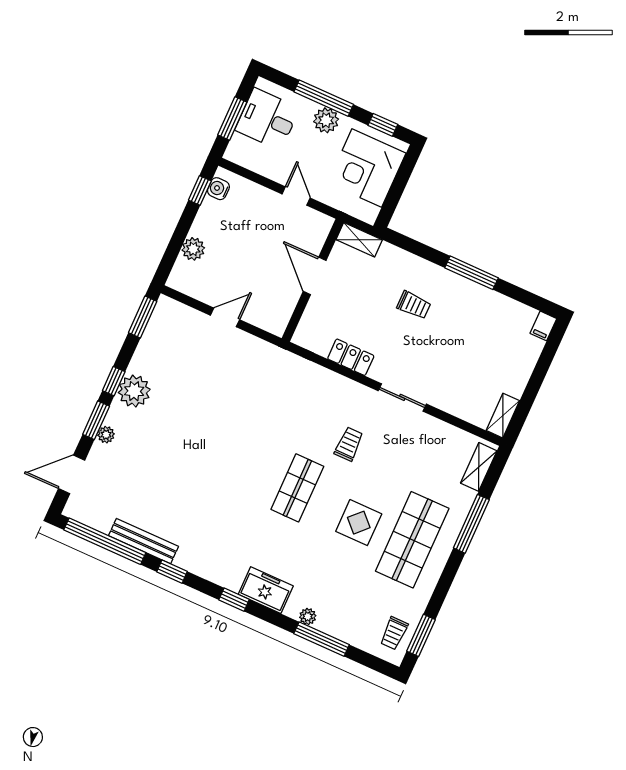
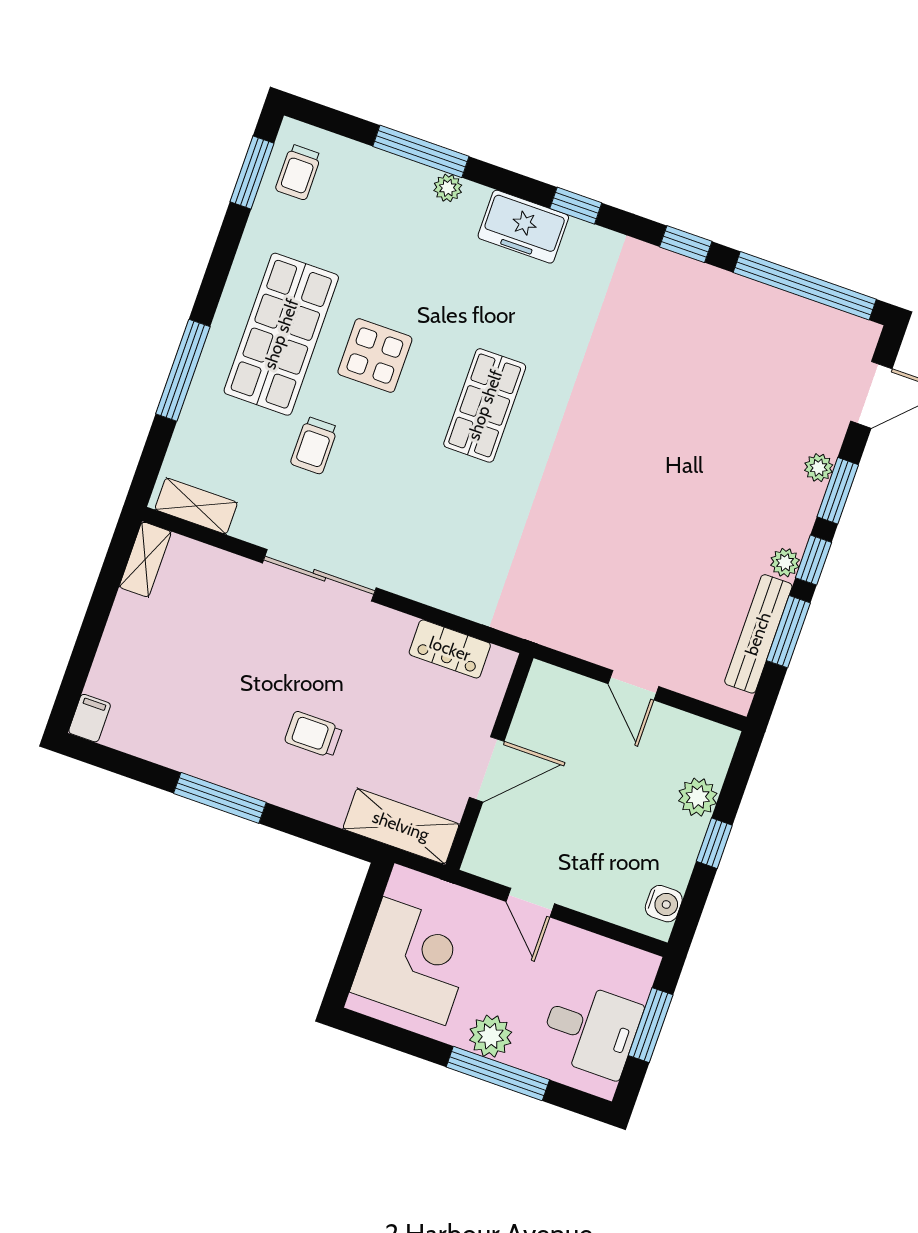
window: (383, 125) -> (393, 1037), removed
window: (200, 190) -> (714, 843), moved
shelving: (359, 240) -> (401, 826), width x1.50, depth x1.33
door: (315, 276) -> (487, 769), hinge flipped
window: (143, 317) -> (788, 632), moved
door: (225, 317) -> (633, 685), hinge flipped
locker: (351, 357) -> (450, 649), moved
plant: (134, 391) -> (785, 563), width x0.53, depth x0.53
sliding door: (402, 397) -> (319, 575), width x1.37
trolley: (349, 444) -> (314, 445), moved
shelving: (479, 467) -> (196, 506), moved, turned 90
bench: (143, 541) -> (758, 634), moved, turned 90
trolley: (394, 633) -> (298, 172), turned 180

